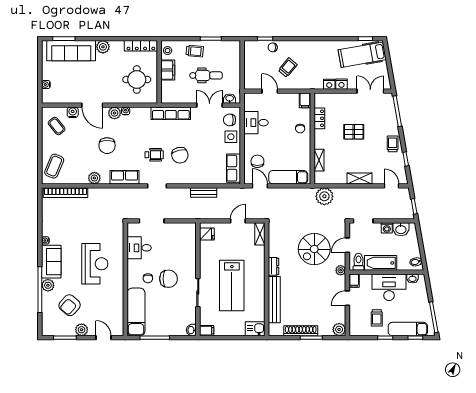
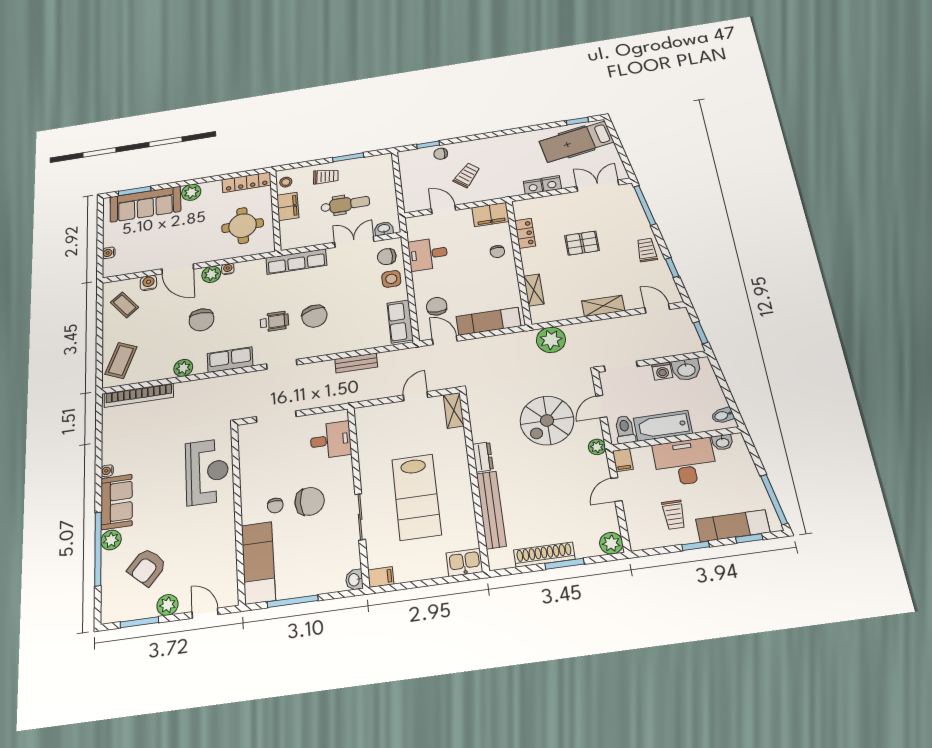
filing cabinet: (305, 100) -> (491, 214), width x2.00
fridge: (207, 234) -> (367, 423), removed
desk: (139, 248) -> (331, 440), moved, turned 180
reception desk: (95, 264) -> (207, 472), moved

